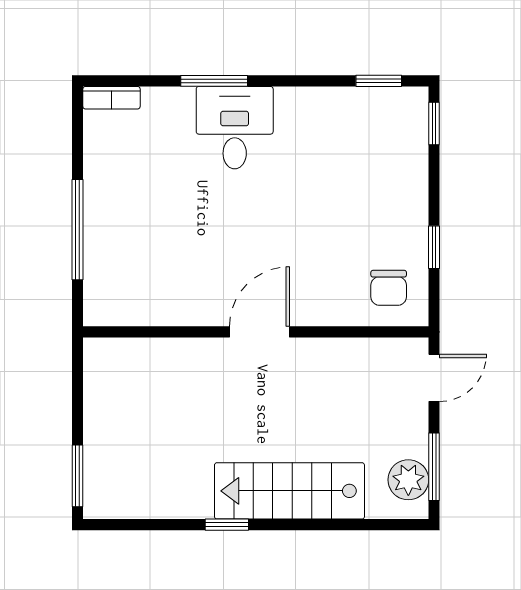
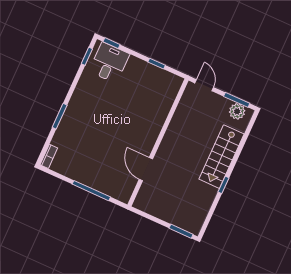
desk: (235, 128) -> (109, 63), moved, turned 90
chair: (389, 288) -> (164, 87), removed
door: (260, 332) -> (146, 169), moved

